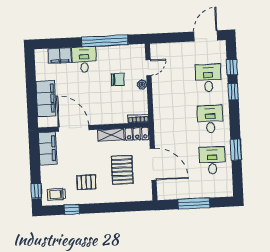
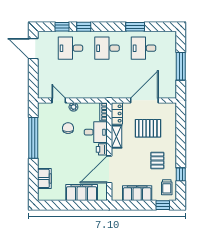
desk: (84, 60) -> (96, 132), moved, turned 180
printer: (96, 119) -> (102, 149), added
filing cabinet: (48, 149) -> (137, 193), moved

